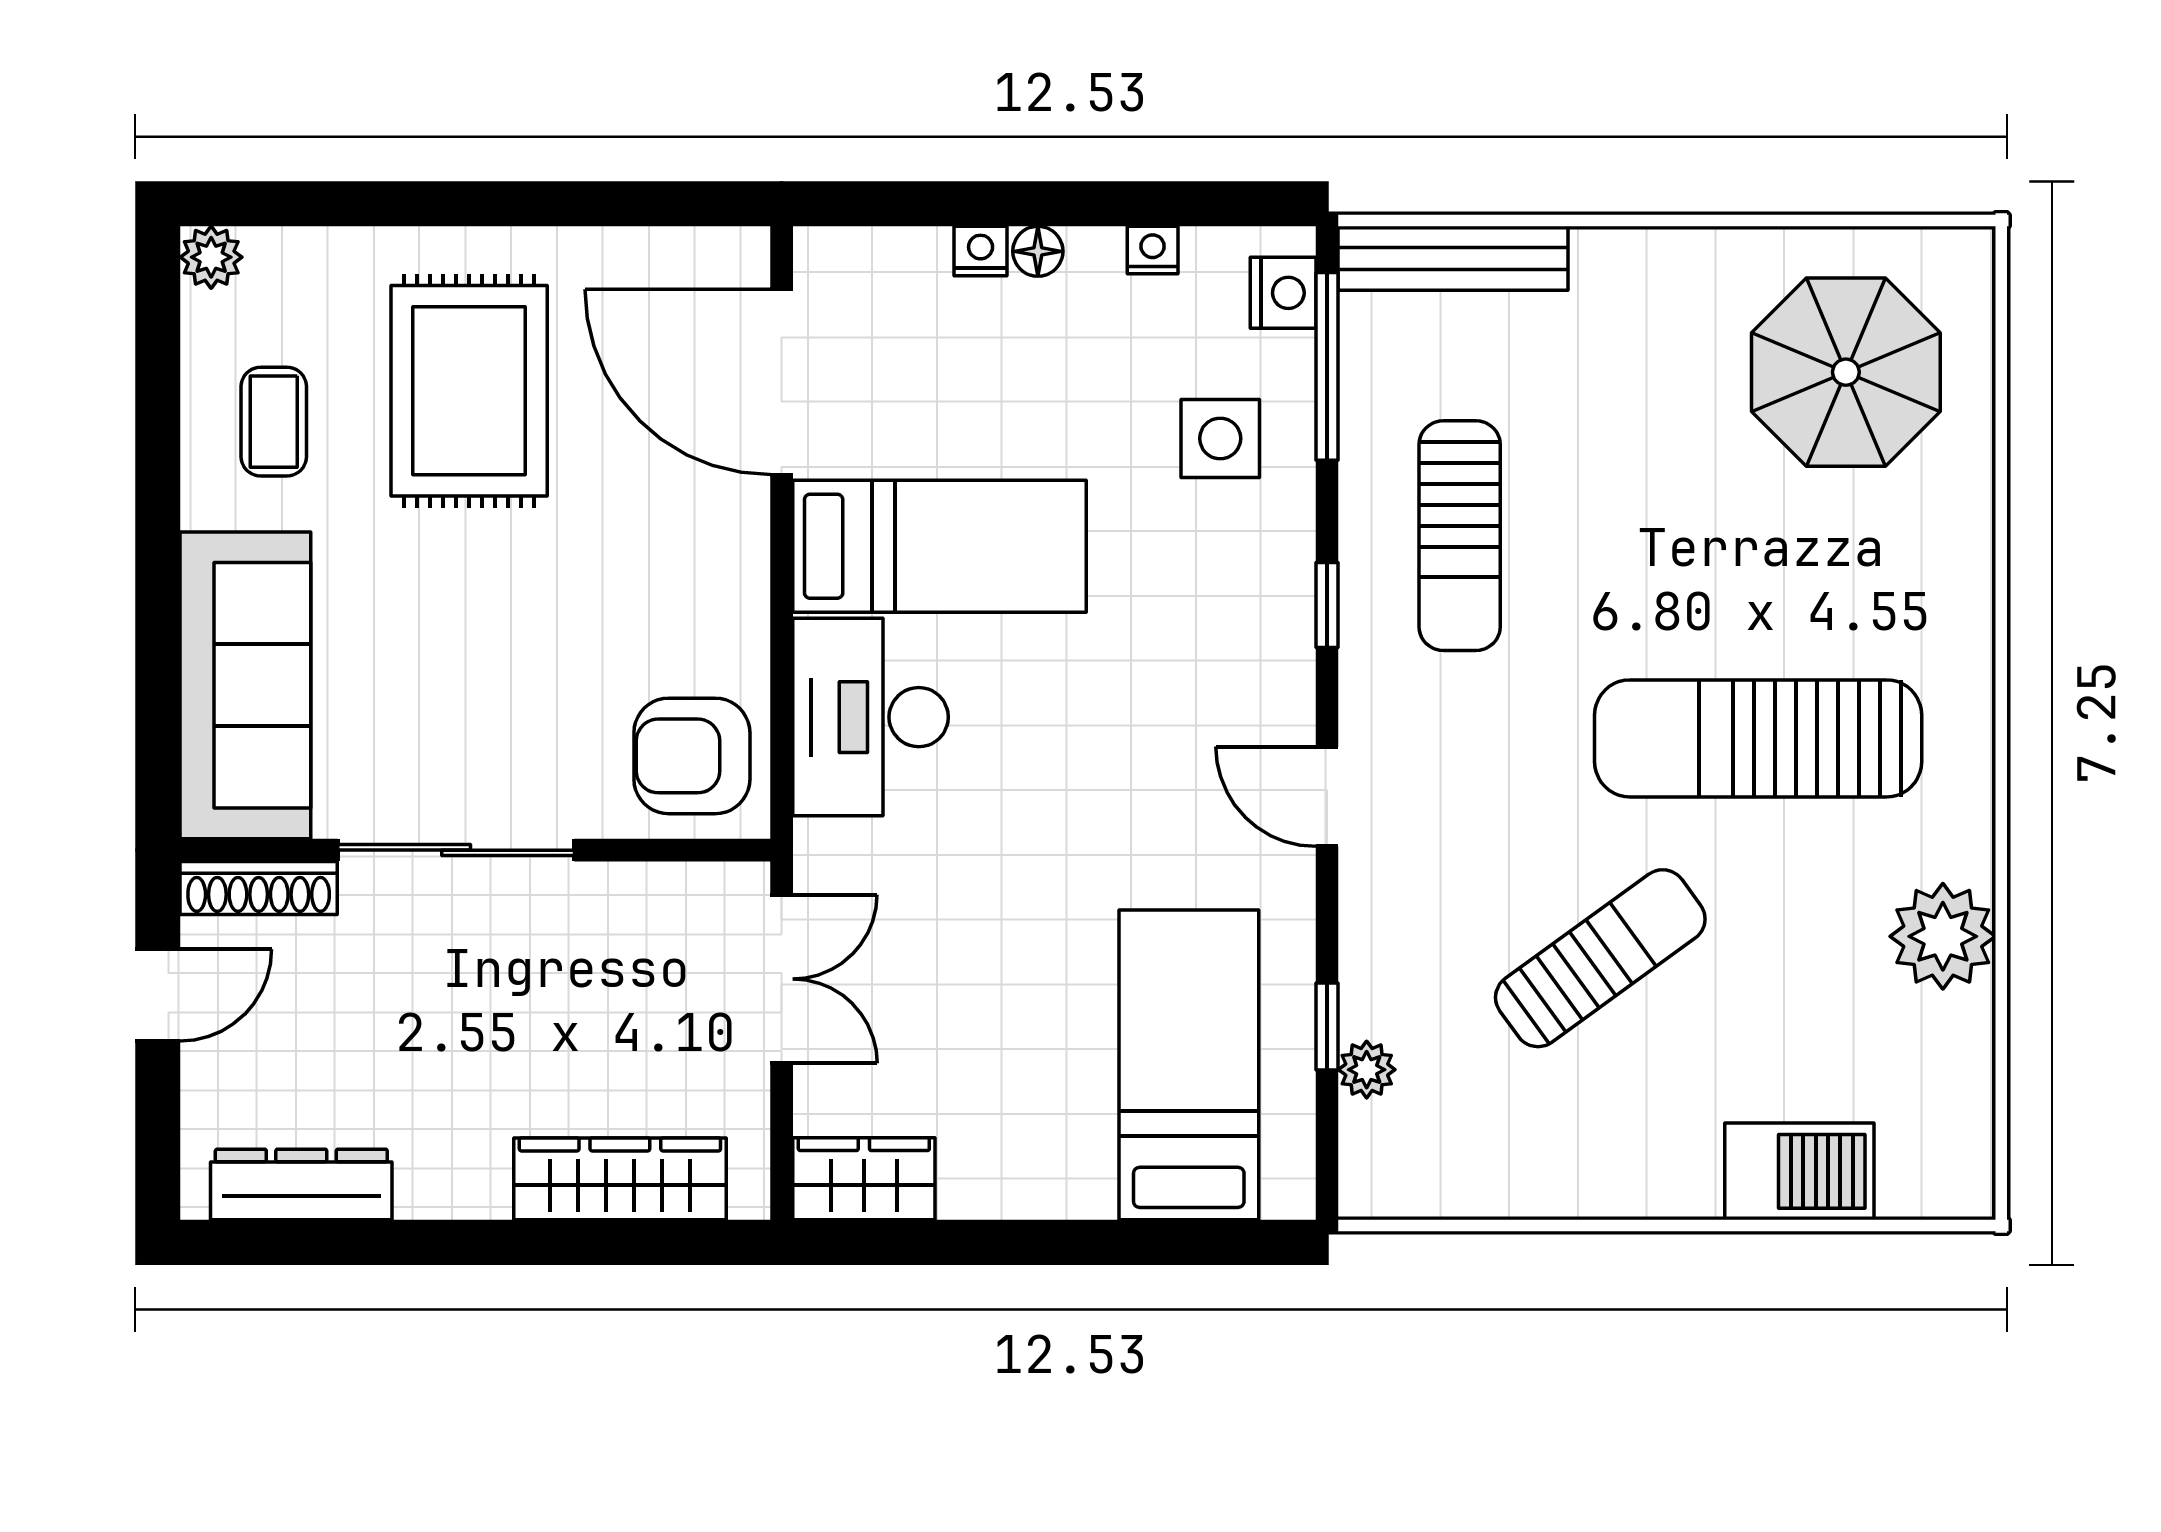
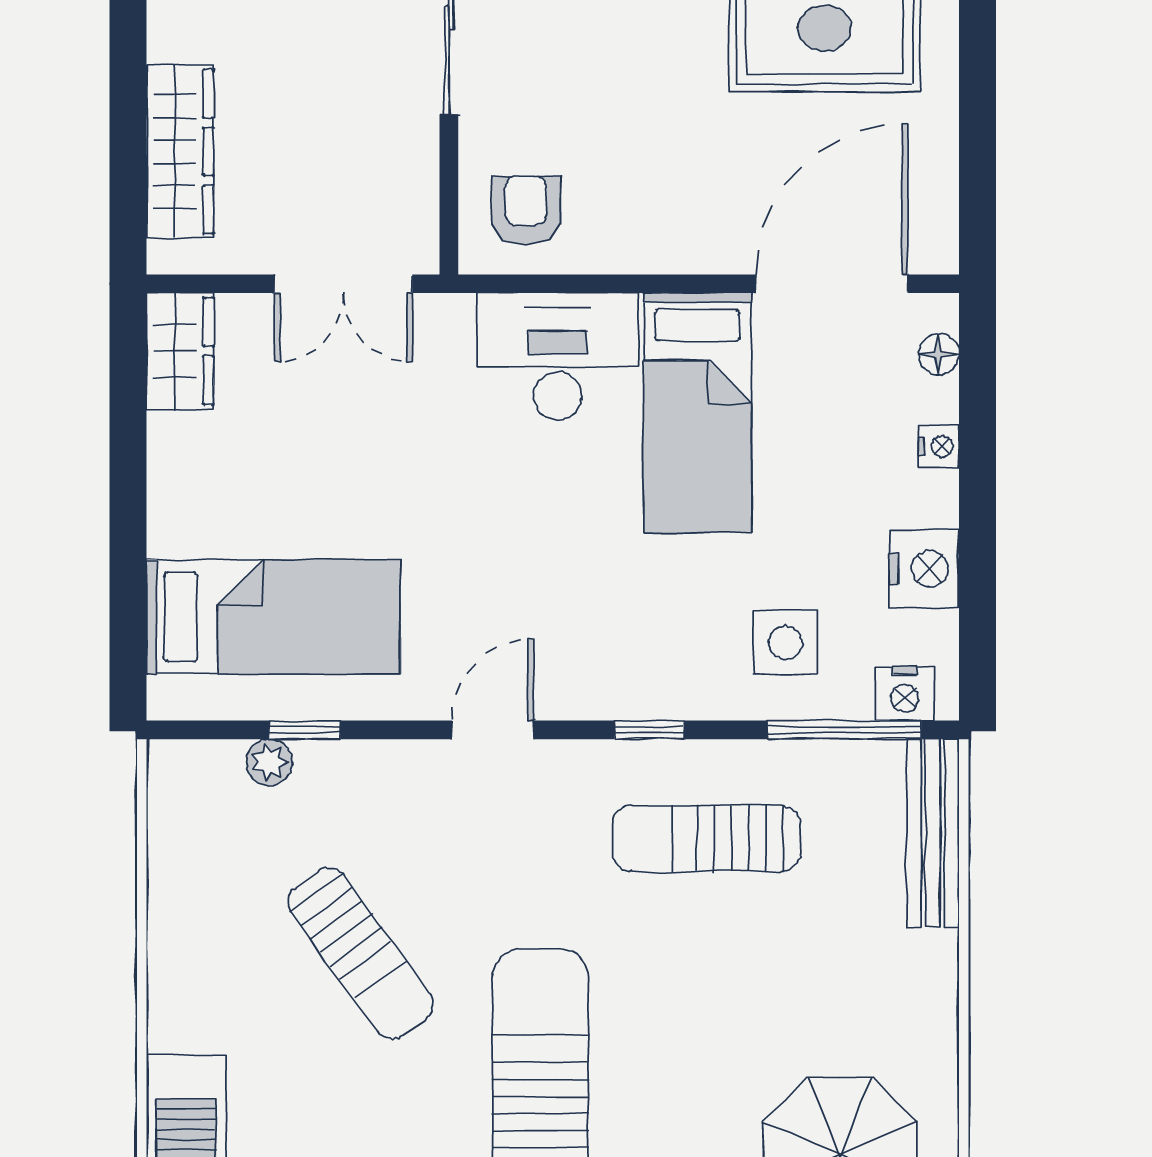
nightstand: (1153, 250) -> (924, 569), width x1.89, depth x1.79
floor lamp: (1038, 251) -> (939, 354), moved
armchair: (692, 756) -> (526, 210), width x0.72, depth x0.72

